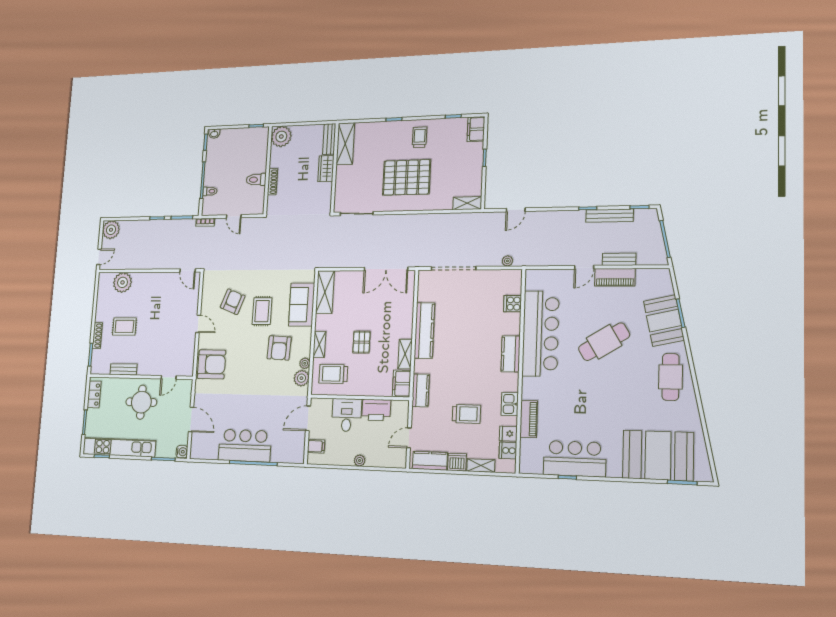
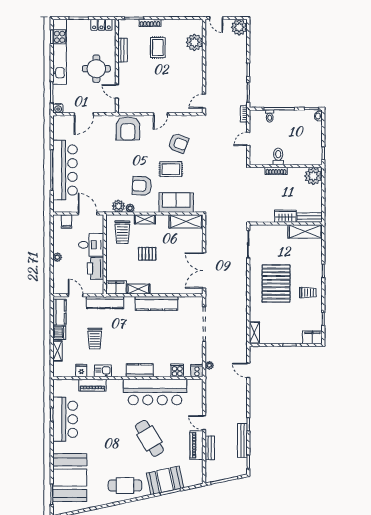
trolley: (333, 374) -> (122, 232), turned 180
kitchen counter: (421, 390) -> (105, 303), width x1.50
bar counter: (245, 446) -> (65, 170), width x1.36
cooker: (508, 451) -> (197, 371), moved

